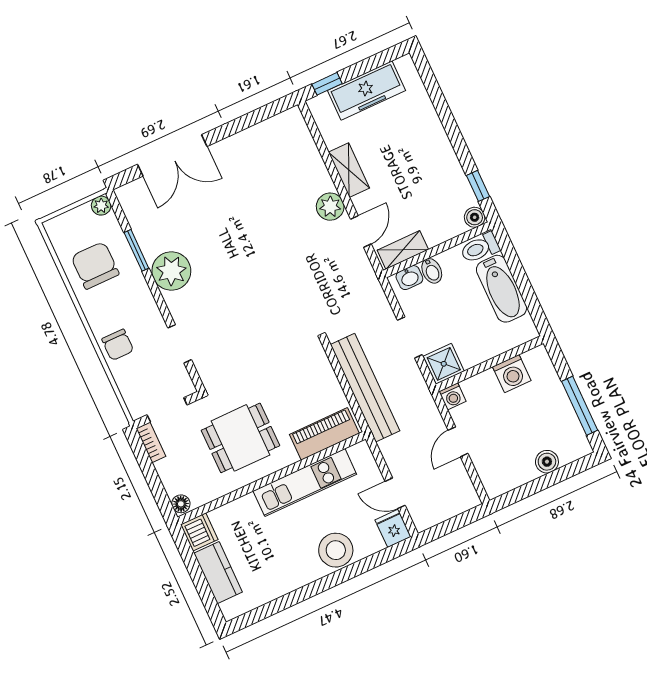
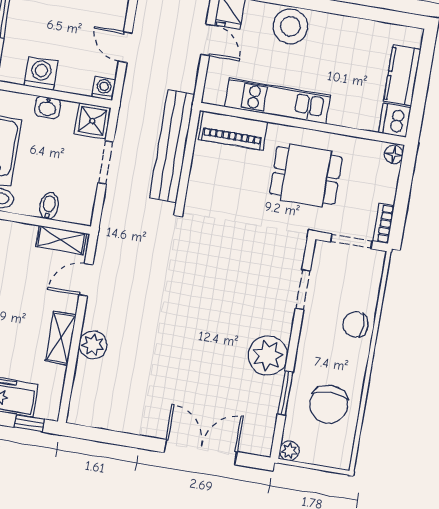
plant: (330, 207) -> (93, 345), moved
washbasin: (409, 278) -> (47, 107), moved, turned 180
chair: (118, 345) -> (355, 324), turned -90
door: (458, 442) -> (125, 47), swing flipped

